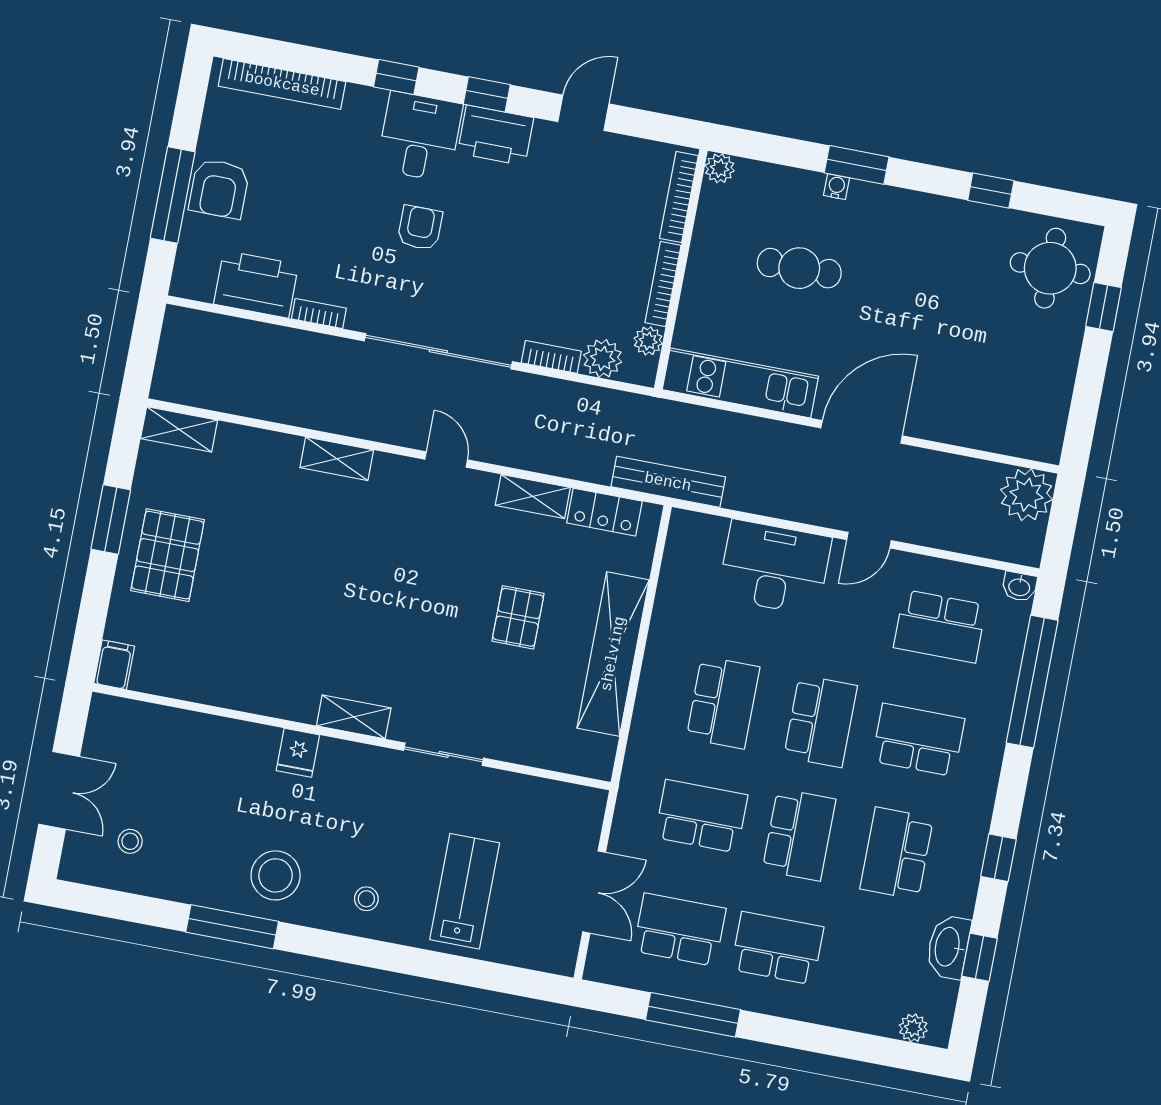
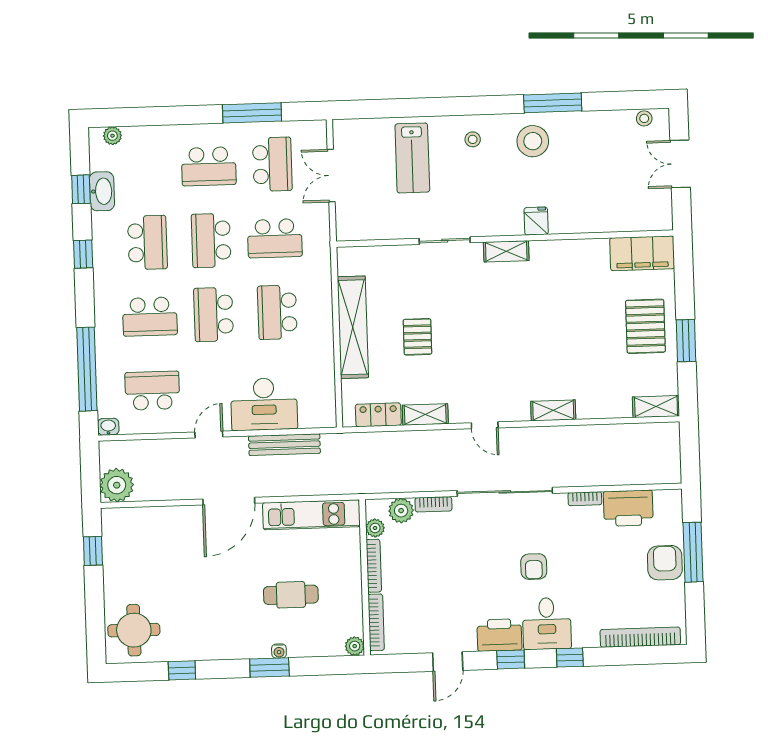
window: (1104, 307) -> (93, 551), moved
bench: (668, 482) -> (284, 445), moved
filing cabinet: (114, 665) -> (642, 253), width x3.00, depth x1.17
stool: (130, 841) -> (644, 118), moved
school desk: (680, 930) -> (272, 164), turned -90

